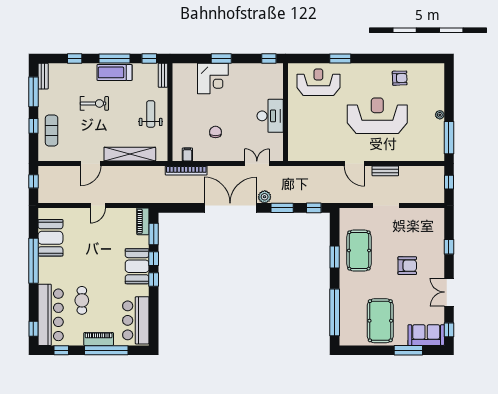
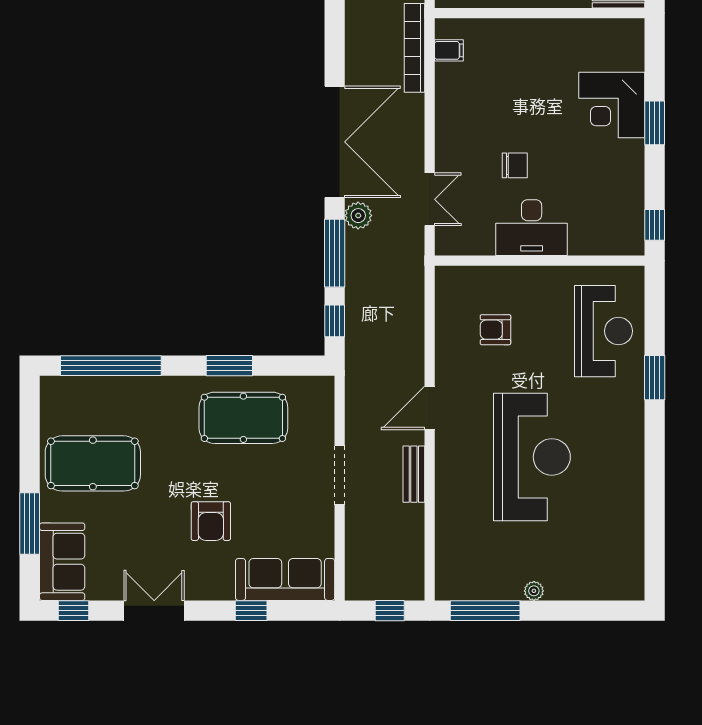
armchair: (400, 78) -> (495, 330), moved, turned 92
chair: (216, 132) -> (515, 165), moved
window: (282, 208) -> (335, 253), width x1.44
sofa: (434, 231) -> (285, 579), added

